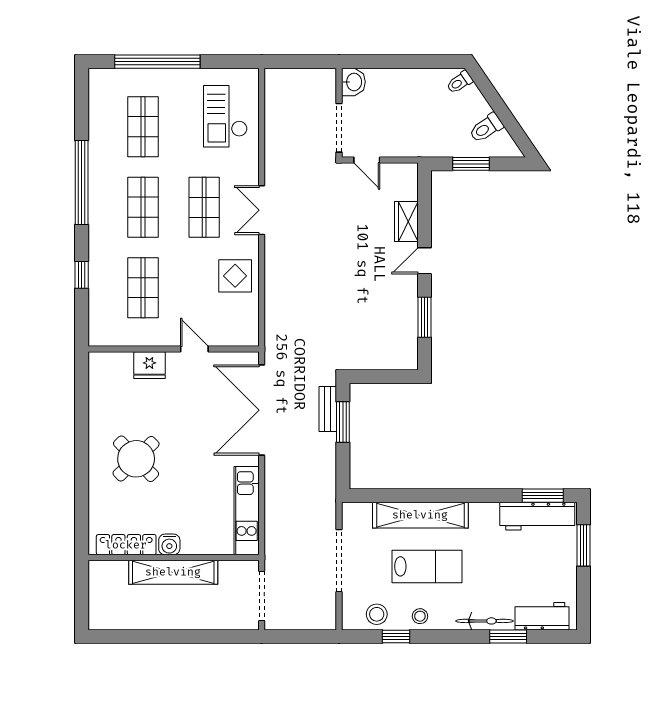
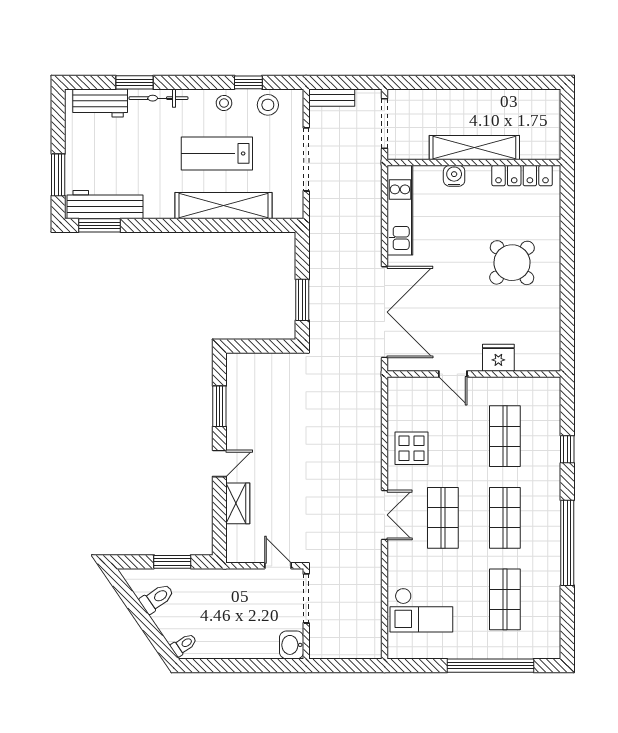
checkout: (225, 116) -> (421, 610), turned 90
bench: (328, 409) -> (332, 98), moved, turned 90
water cooler: (169, 544) -> (454, 176), moved

